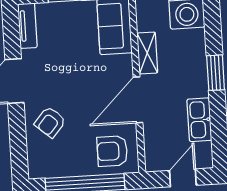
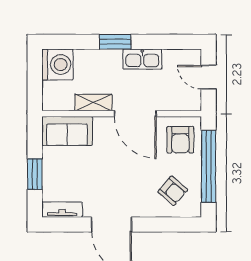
kitchen sink: (199, 120) -> (142, 59), moved
armchair: (50, 122) -> (173, 191), moved

